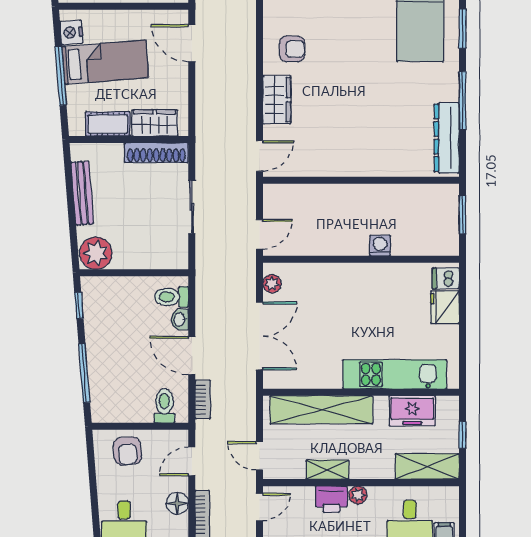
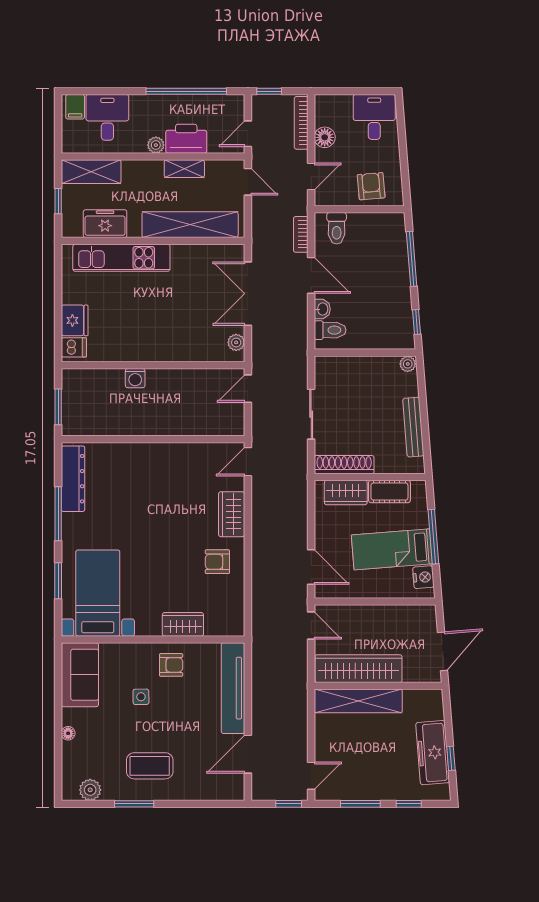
plant: (96, 253) -> (408, 364), width x0.53, depth x0.53
printer: (331, 499) -> (186, 139), width x1.37, depth x1.19

